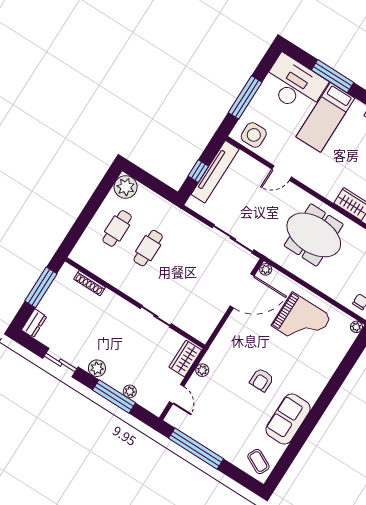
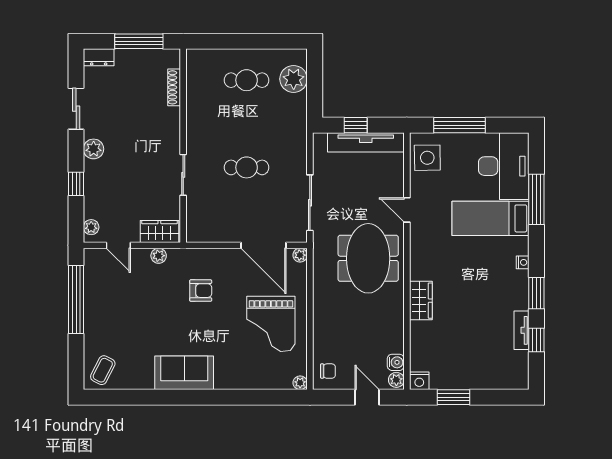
plant: (126, 187) -> (294, 79), moved
meeting table: (314, 235) -> (368, 258), moved
cafe table: (148, 248) -> (247, 167), moved
armchair: (262, 380) -> (201, 291), moved, turned 180
plant: (130, 391) -> (91, 227), moved
door: (177, 394) -> (118, 245), hinge flipped
window: (114, 396) -> (76, 184), width x0.46
sofa: (288, 419) -> (184, 373), moved

